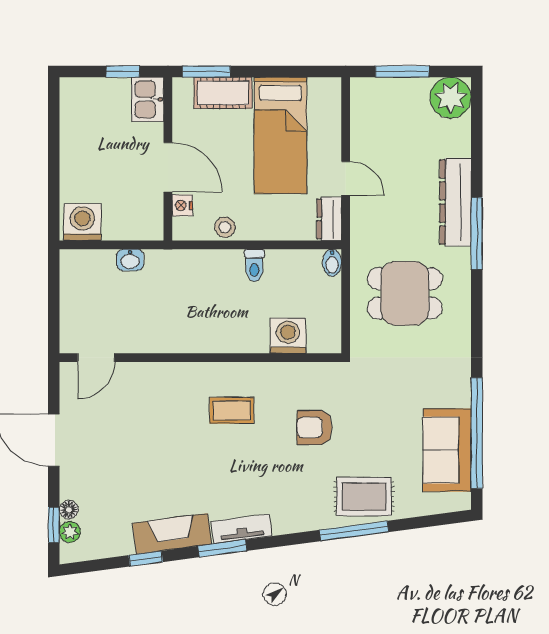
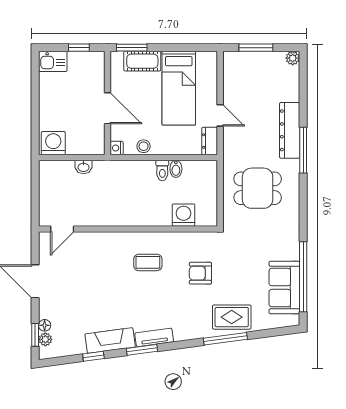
plant: (451, 98) -> (293, 58), width x0.53, depth x0.53
kitchen sink: (148, 99) -> (53, 61), moved, turned -90
nightstand: (182, 205) -> (117, 148), moved
bidet: (332, 263) -> (176, 169), moved

